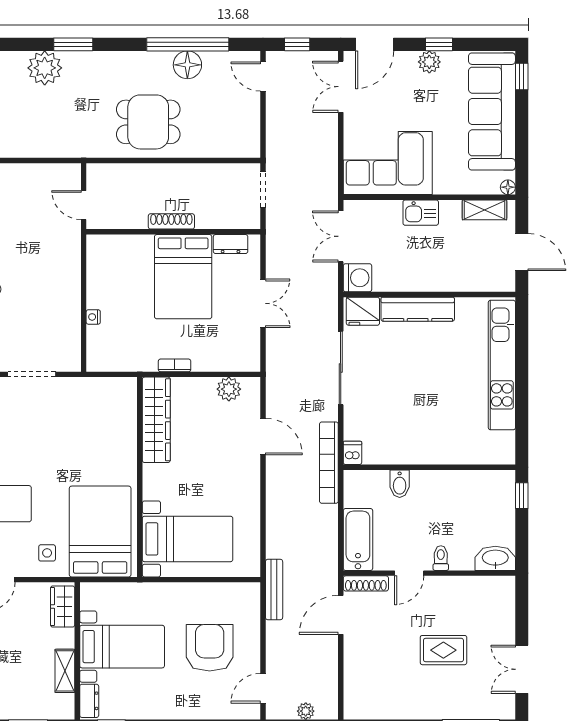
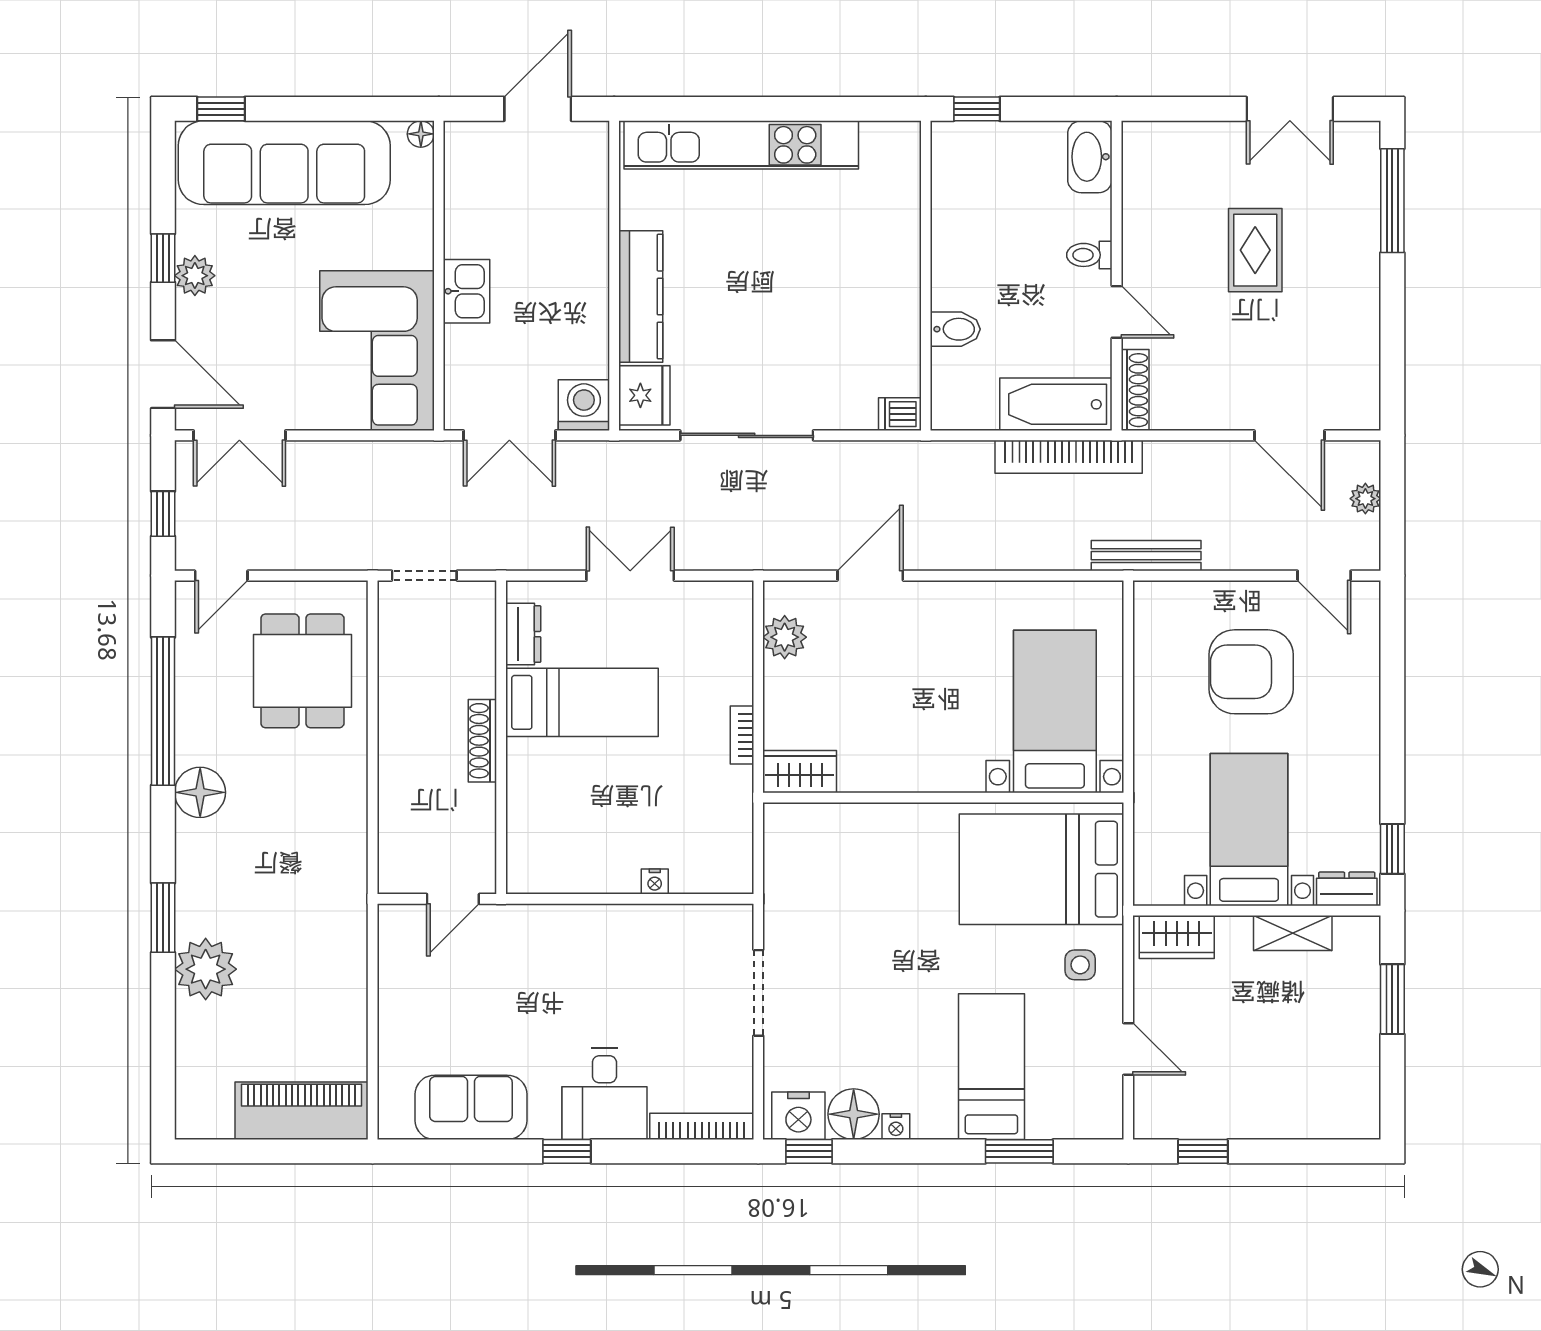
floor lamp: (187, 65) -> (200, 792), moved
dining table: (148, 122) -> (302, 671), moved
shelving: (485, 210) -> (462, 176), removed
bed: (183, 277) -> (582, 702), width x0.67
wardrobe: (156, 420) -> (800, 772), width x0.48, depth x0.85
bookcase: (329, 463) -> (1069, 457), moved
door: (341, 615) -> (1289, 435), moved

